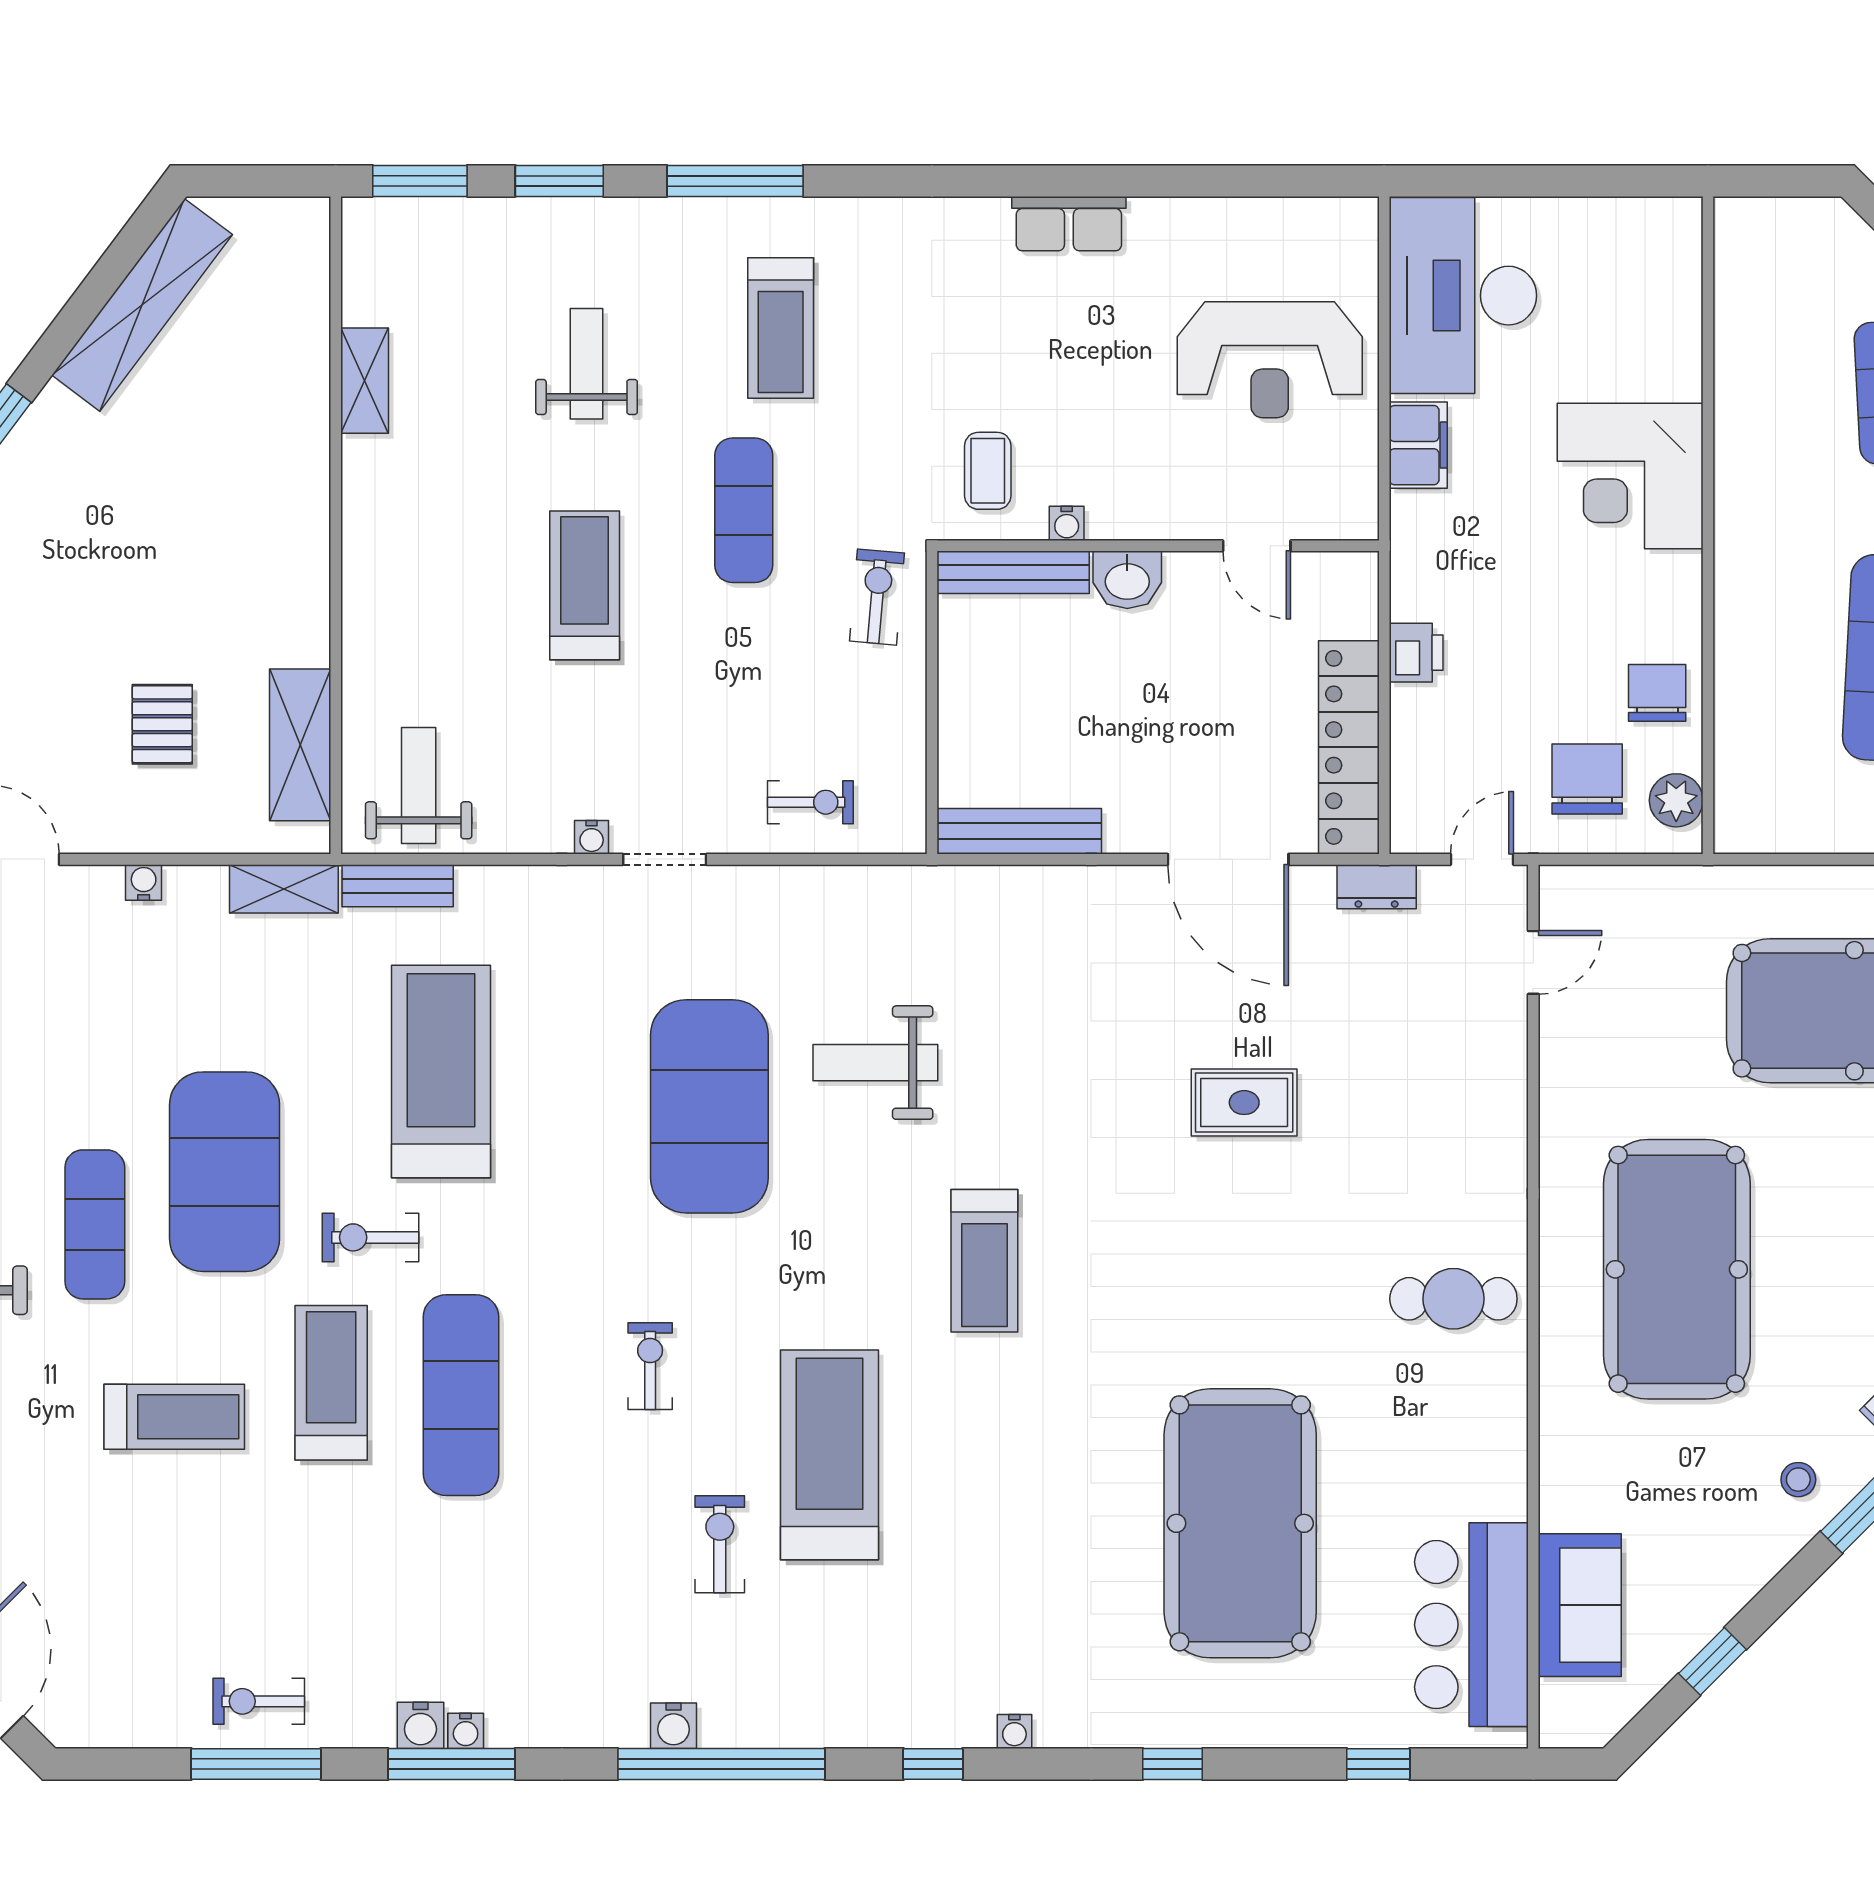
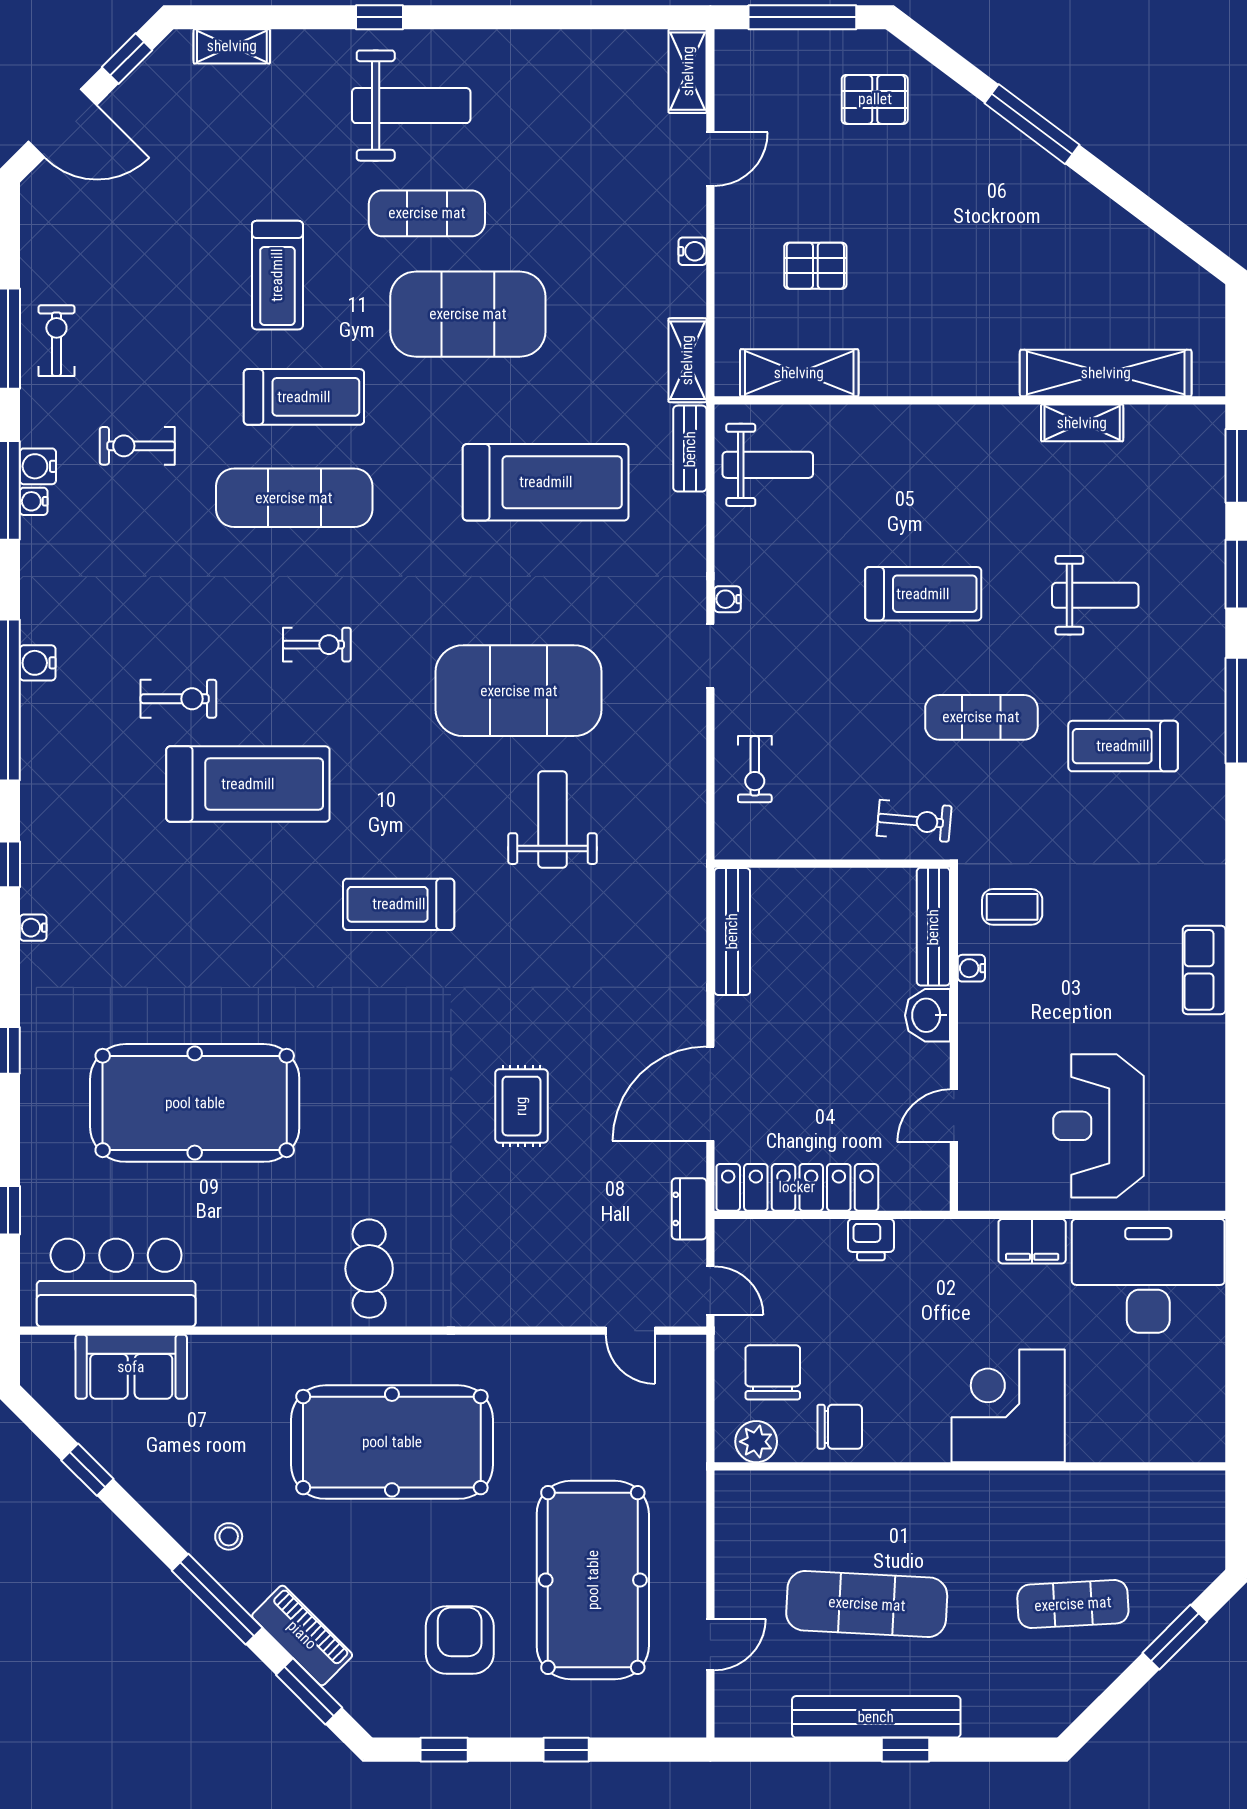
shelving: (142, 305) -> (1106, 373), moved, turned -37
chair: (1587, 779) -> (773, 1372), turned -90
exercise bike: (370, 1237) -> (137, 446), moved, turned -90

